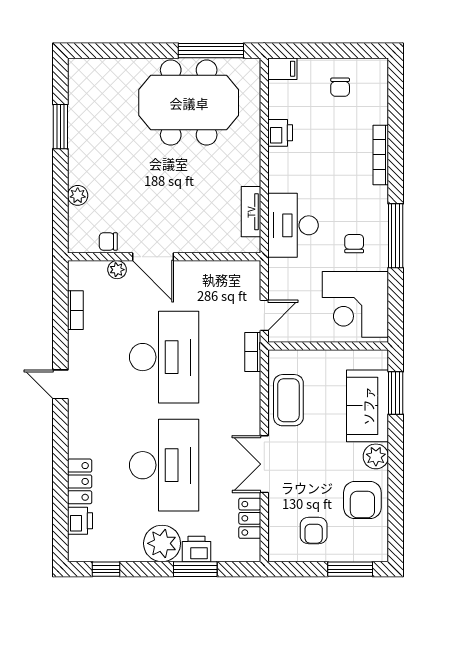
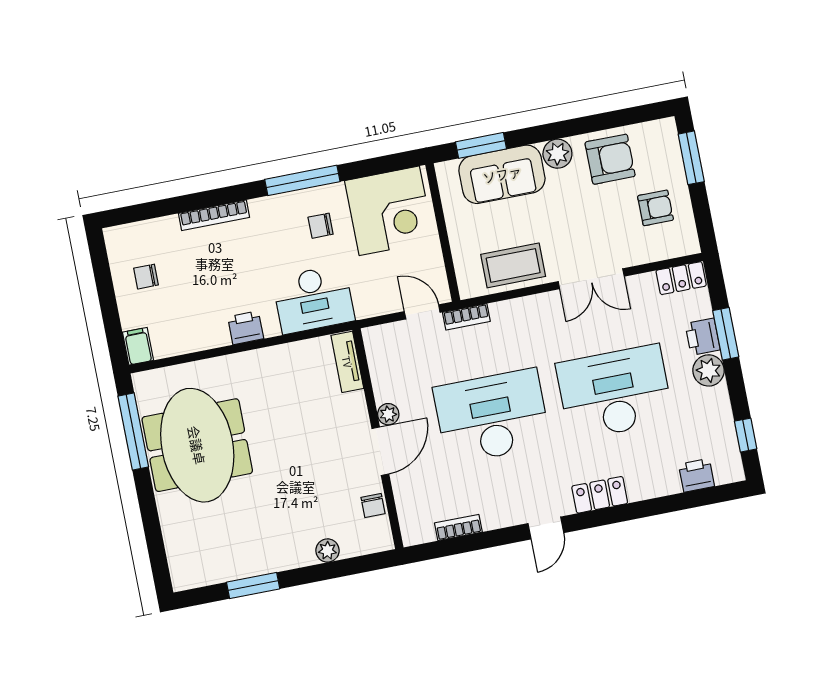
chair: (340, 87) -> (146, 277), turned 180
printer: (280, 133) -> (246, 328), moved
tv unit: (251, 212) -> (347, 362), moved, turned 90
plant: (117, 270) -> (388, 414), moved
locker: (80, 481) -> (600, 495), moved
locker: (250, 518) -> (681, 278), moved
plant: (162, 543) -> (708, 370), width x0.73, depth x0.73

